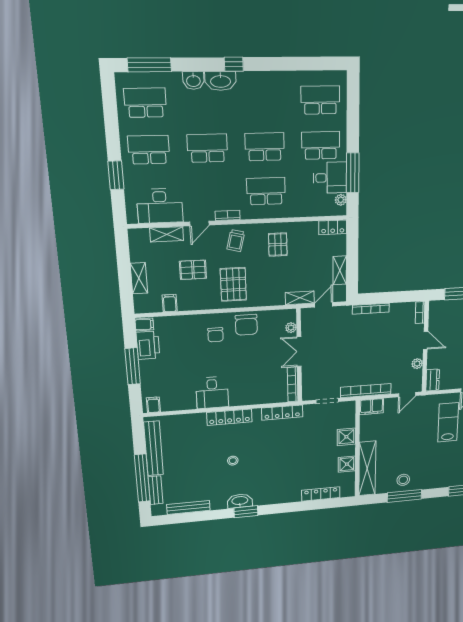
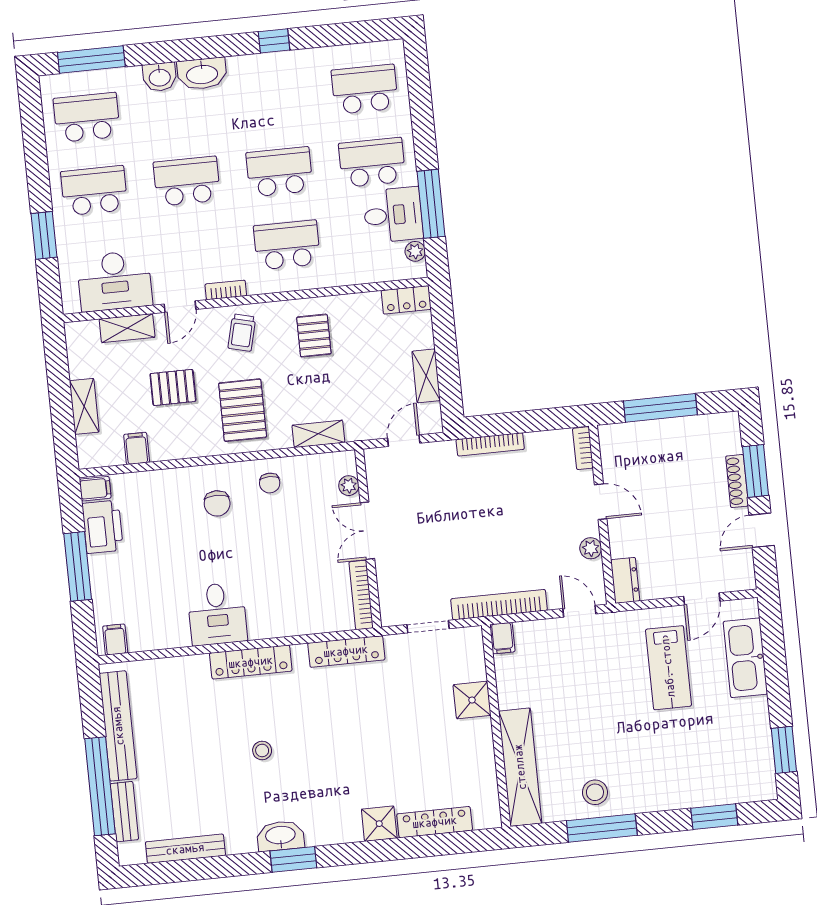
window: (234, 64) -> (274, 41), moved
shelving: (300, 298) -> (318, 434), moved
chair: (246, 325) -> (270, 483), width x0.54, depth x0.54
door: (407, 395) -> (579, 611), swing flipped
filing cabinet: (372, 407) -> (502, 638), width x0.50
lab bench: (448, 422) -> (668, 668), turned 180
shower: (347, 464) -> (379, 824), moved

